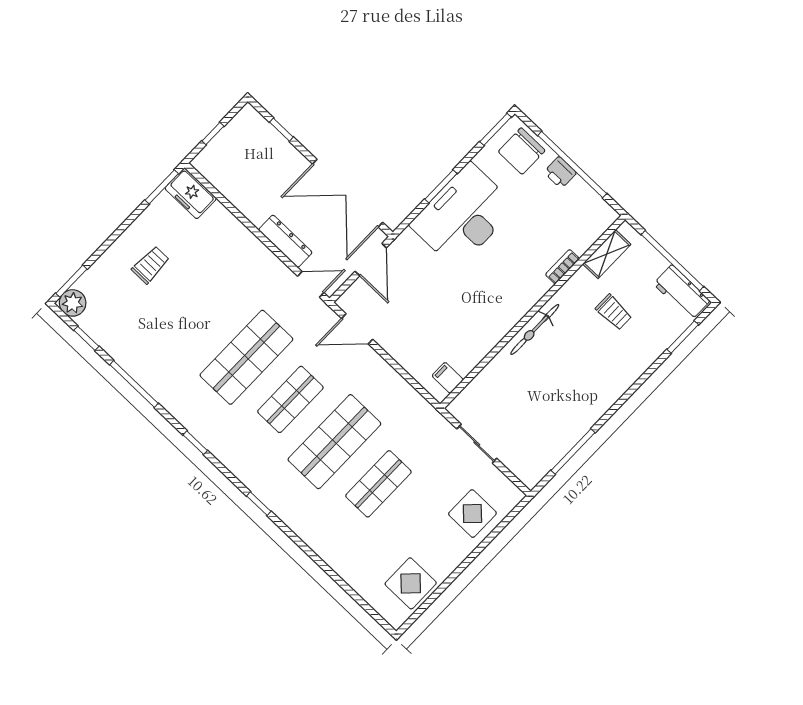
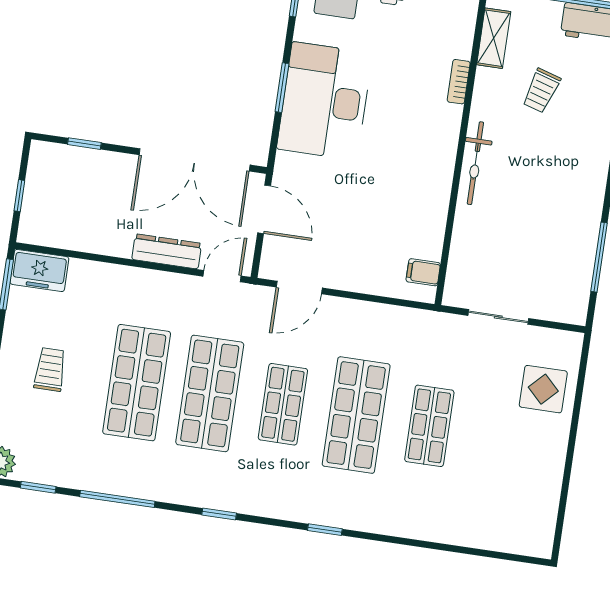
trolley: (614, 312) -> (541, 91), turned 107
shop shelf: (202, 315) -> (137, 383), added
display table: (411, 583) -> (531, 502), removed

